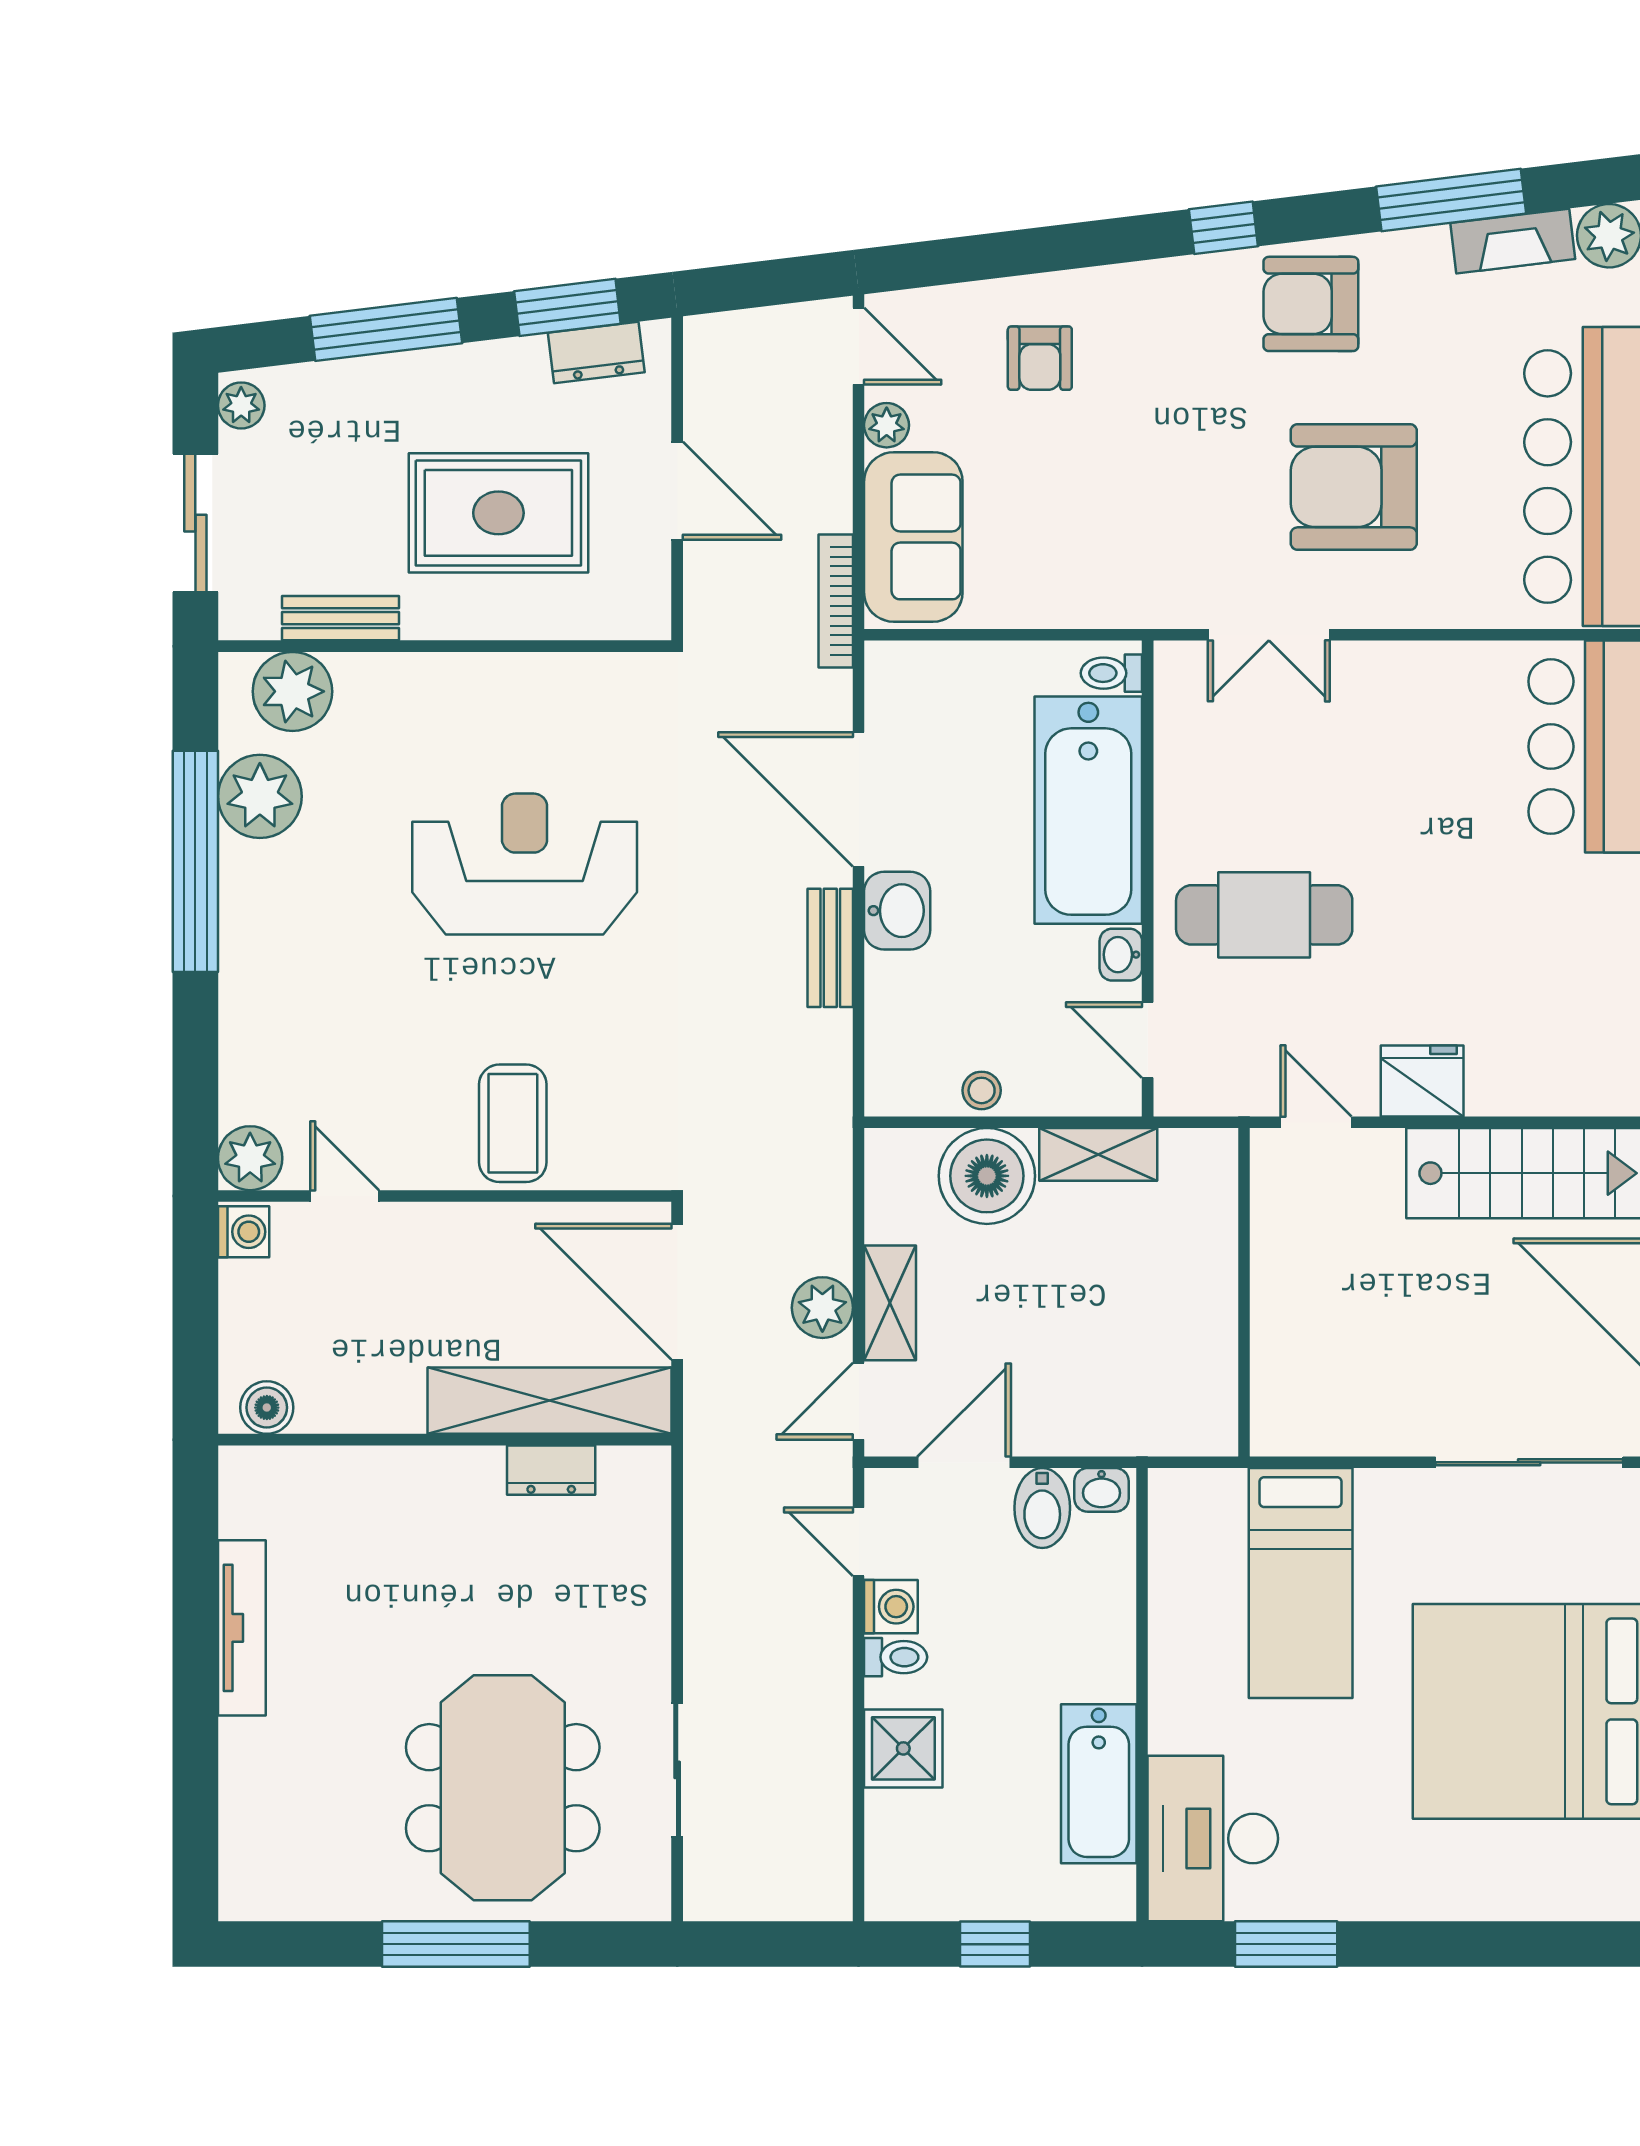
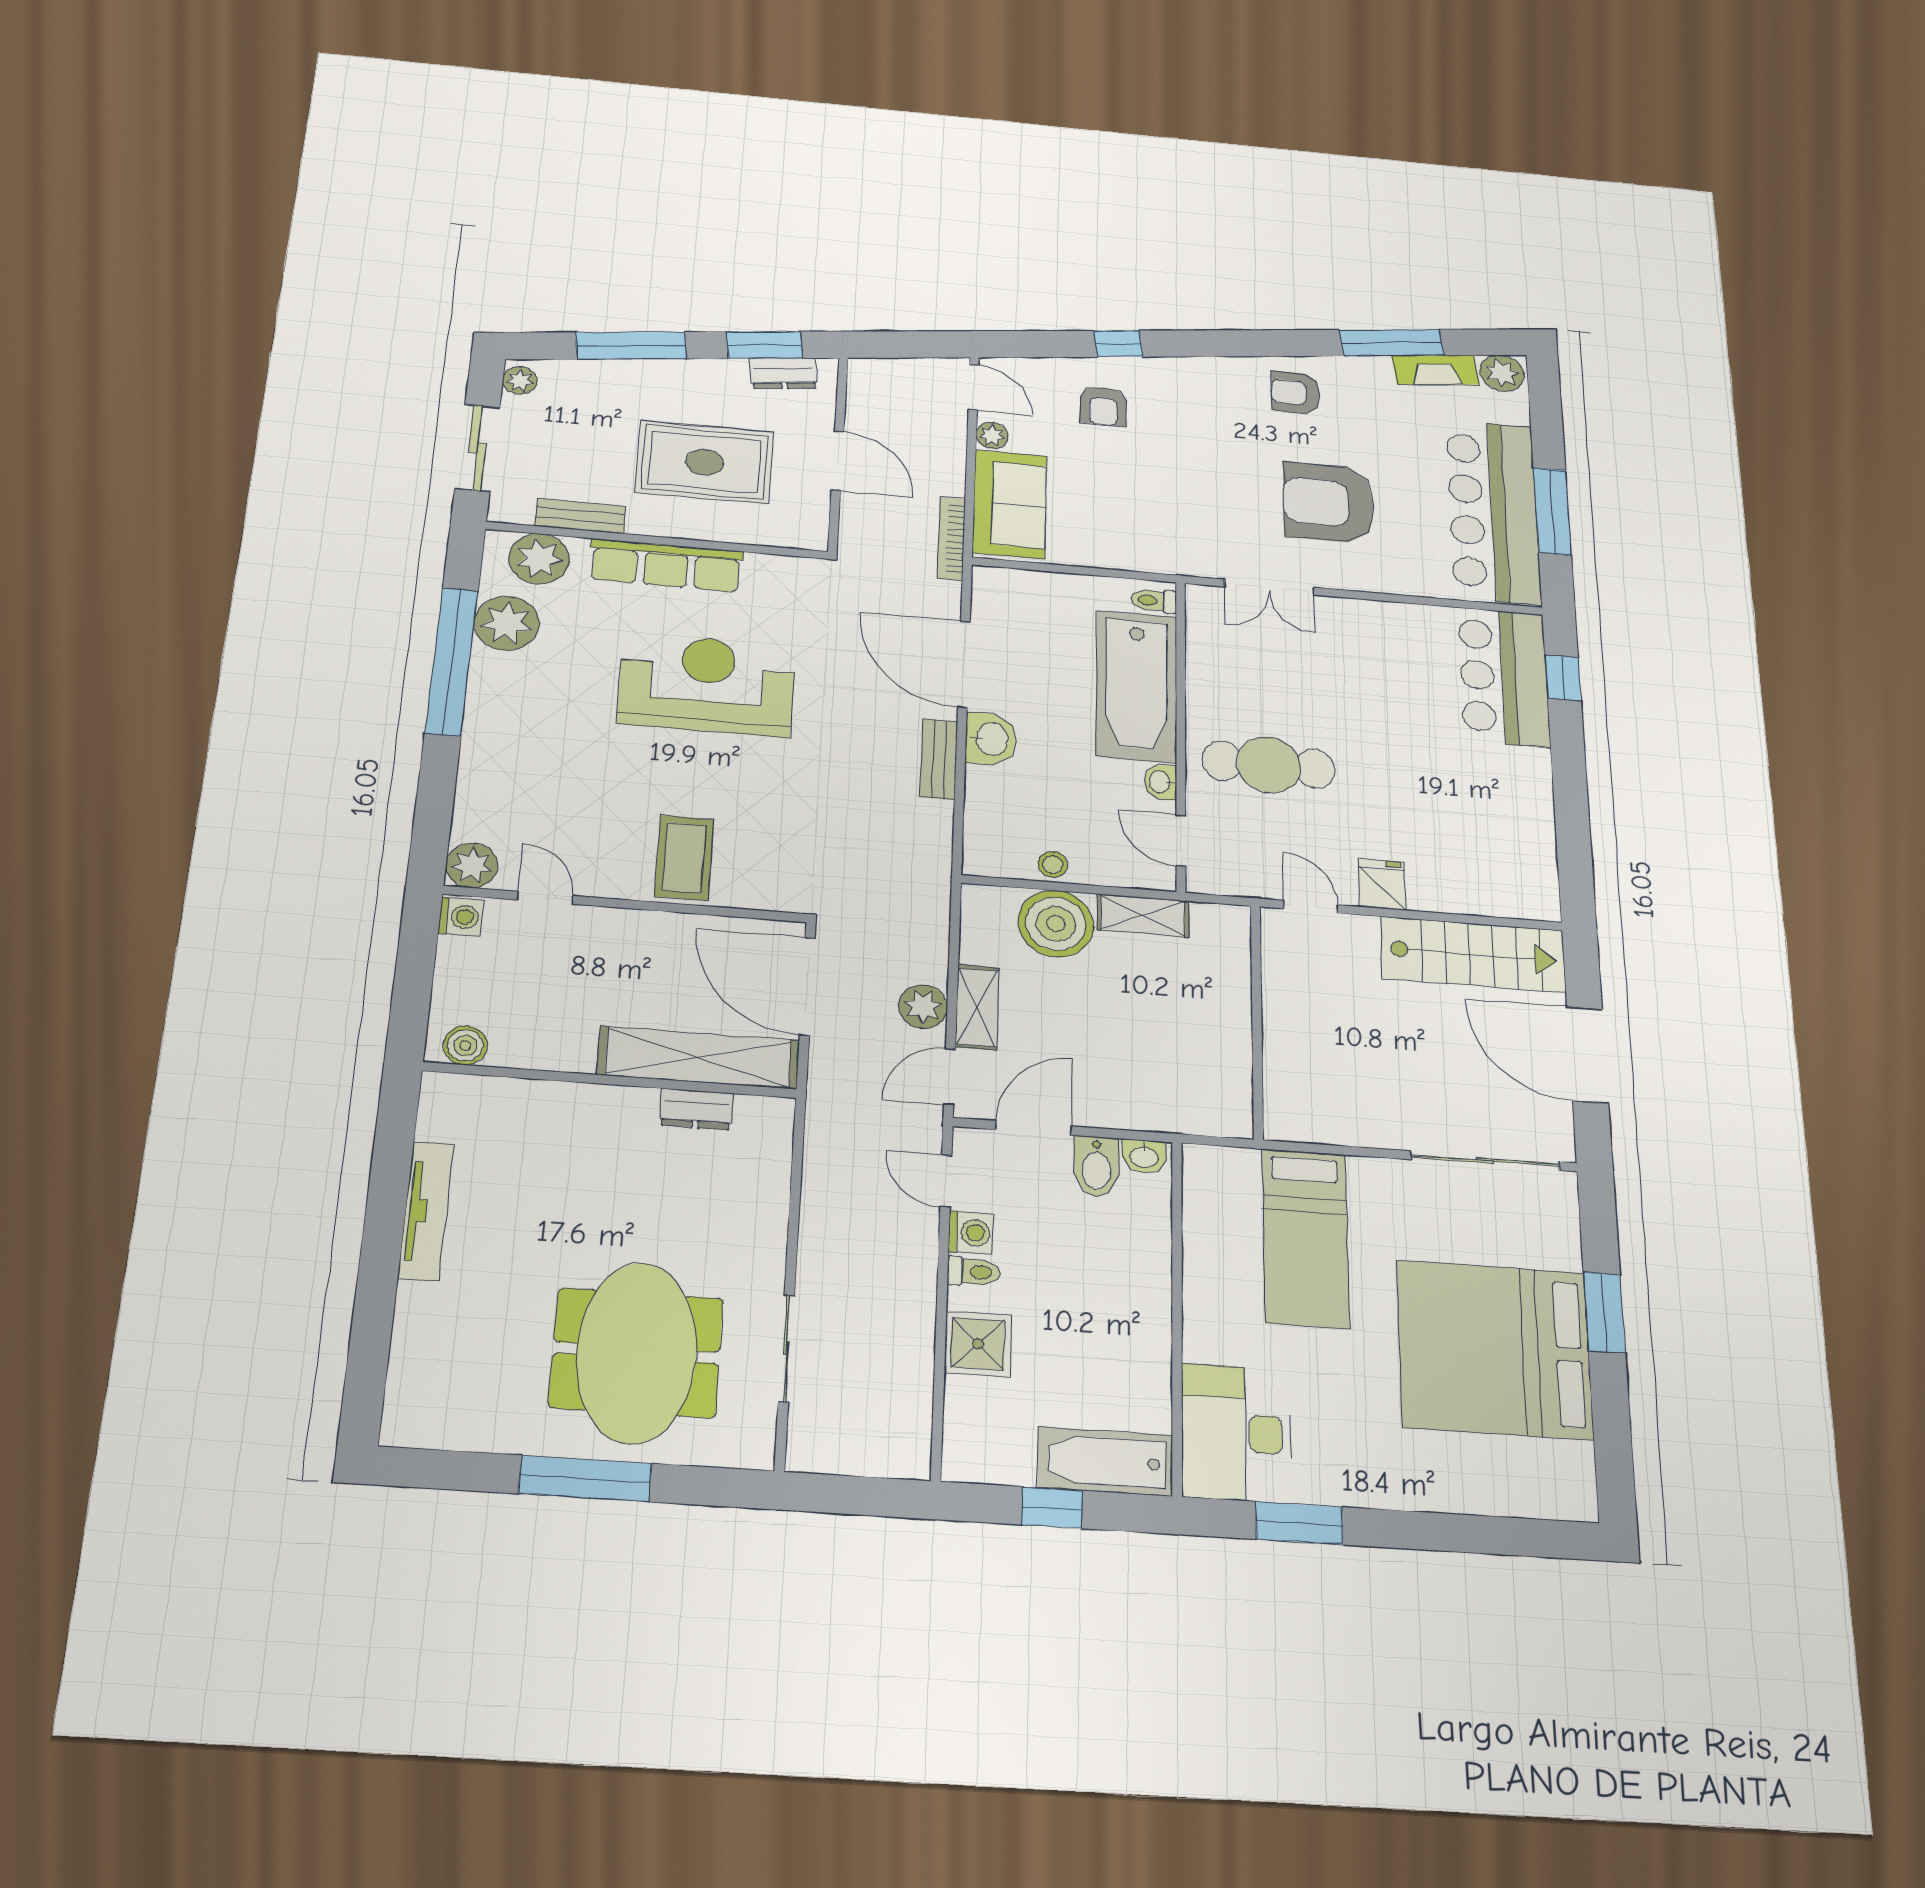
window: (1223, 228) -> (1118, 344), moved
armchair: (1311, 304) -> (1296, 393), width x0.72, depth x0.72
row of seats: (459, 684) -> (666, 565), added
fridge: (1422, 1081) -> (1382, 884), width x0.72
bathtub: (1099, 1784) -> (1105, 1461), moved, turned 90

